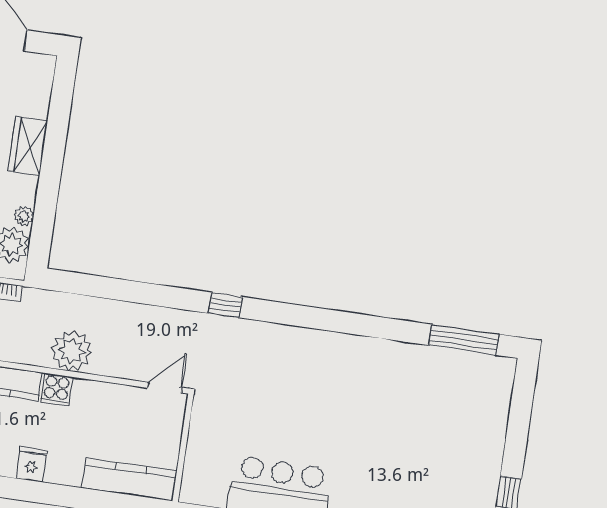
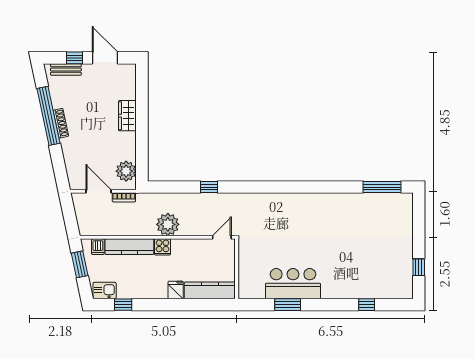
plant: (24, 216) -> (131, 154), removed
window: (225, 305) -> (209, 187), moved
fridge: (31, 464) -> (176, 290), moved

